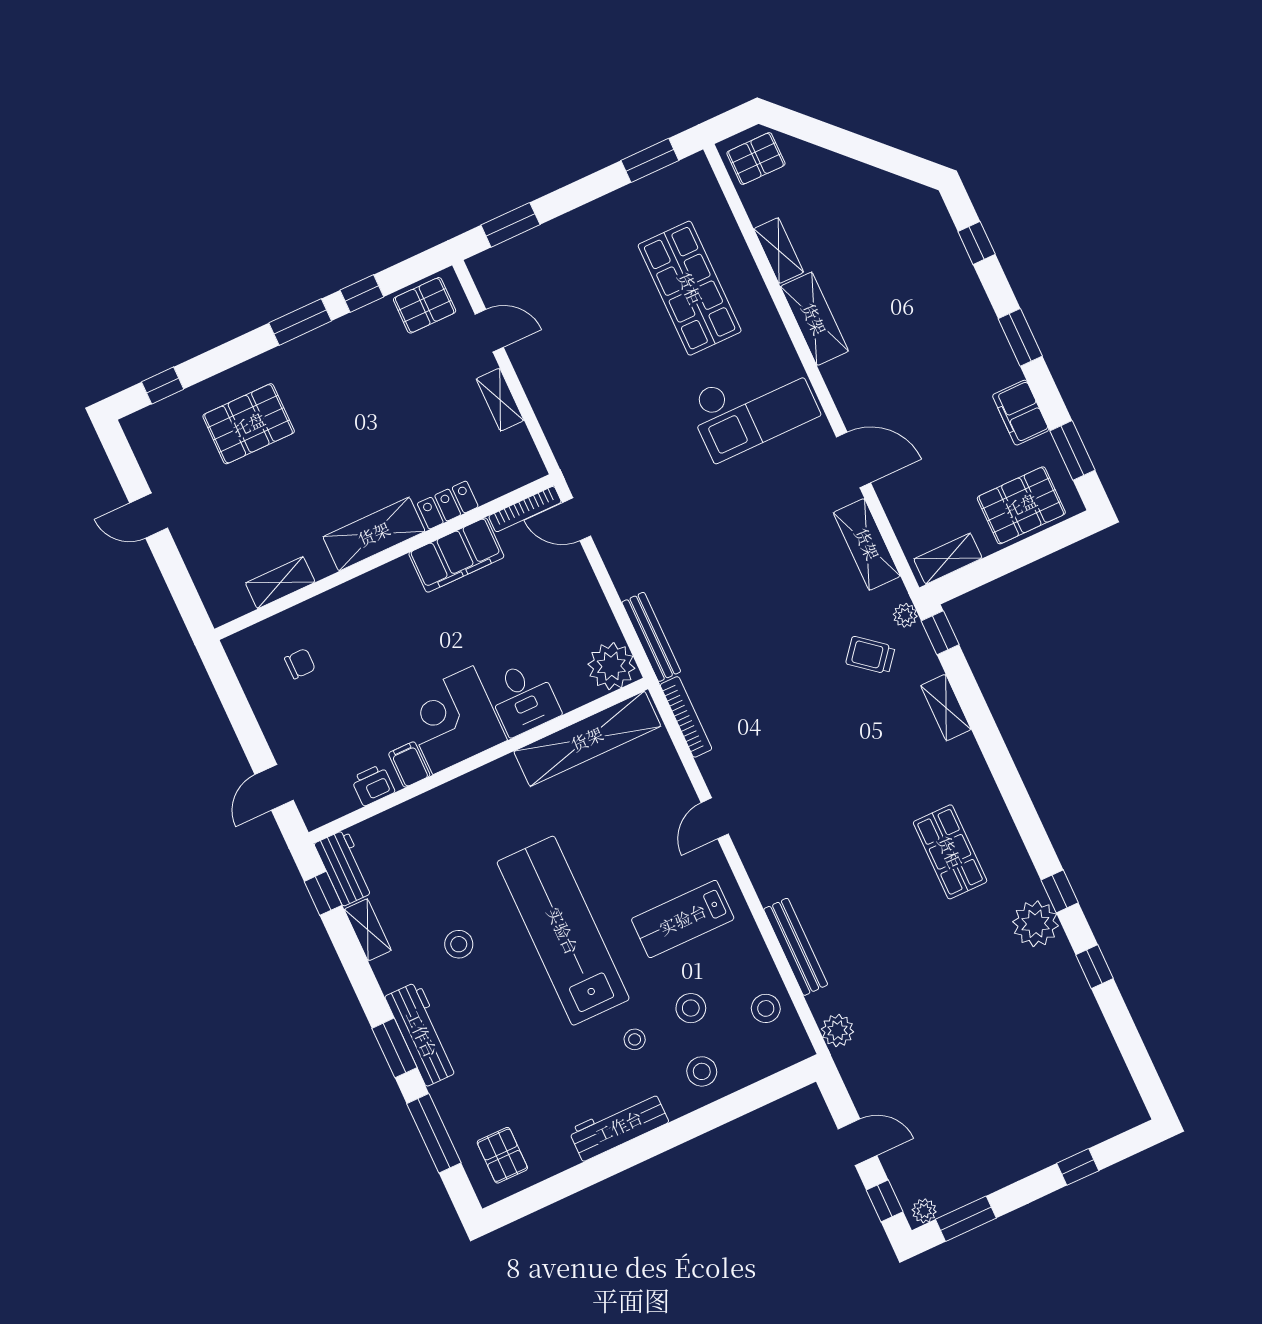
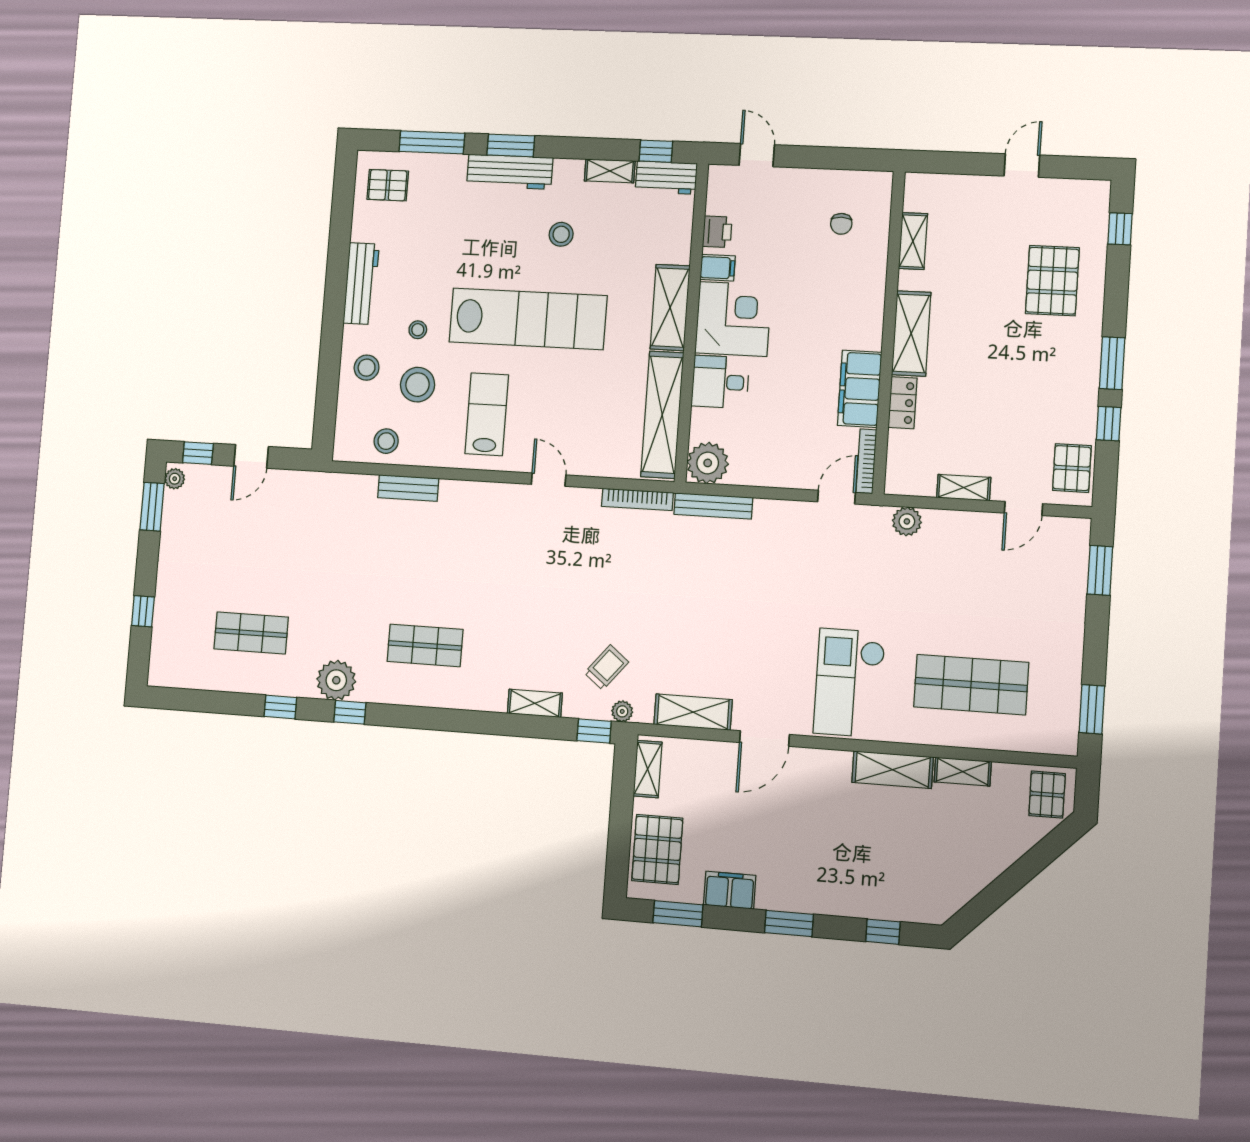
shelving: (475, 791) -> (670, 307), added
bench: (796, 947) -> (408, 488), width x0.73
stool: (691, 1008) -> (418, 385), width x1.38, depth x1.38
plant: (838, 1030) -> (907, 521), moved
shop shelf: (1037, 1040) -> (251, 633), added

